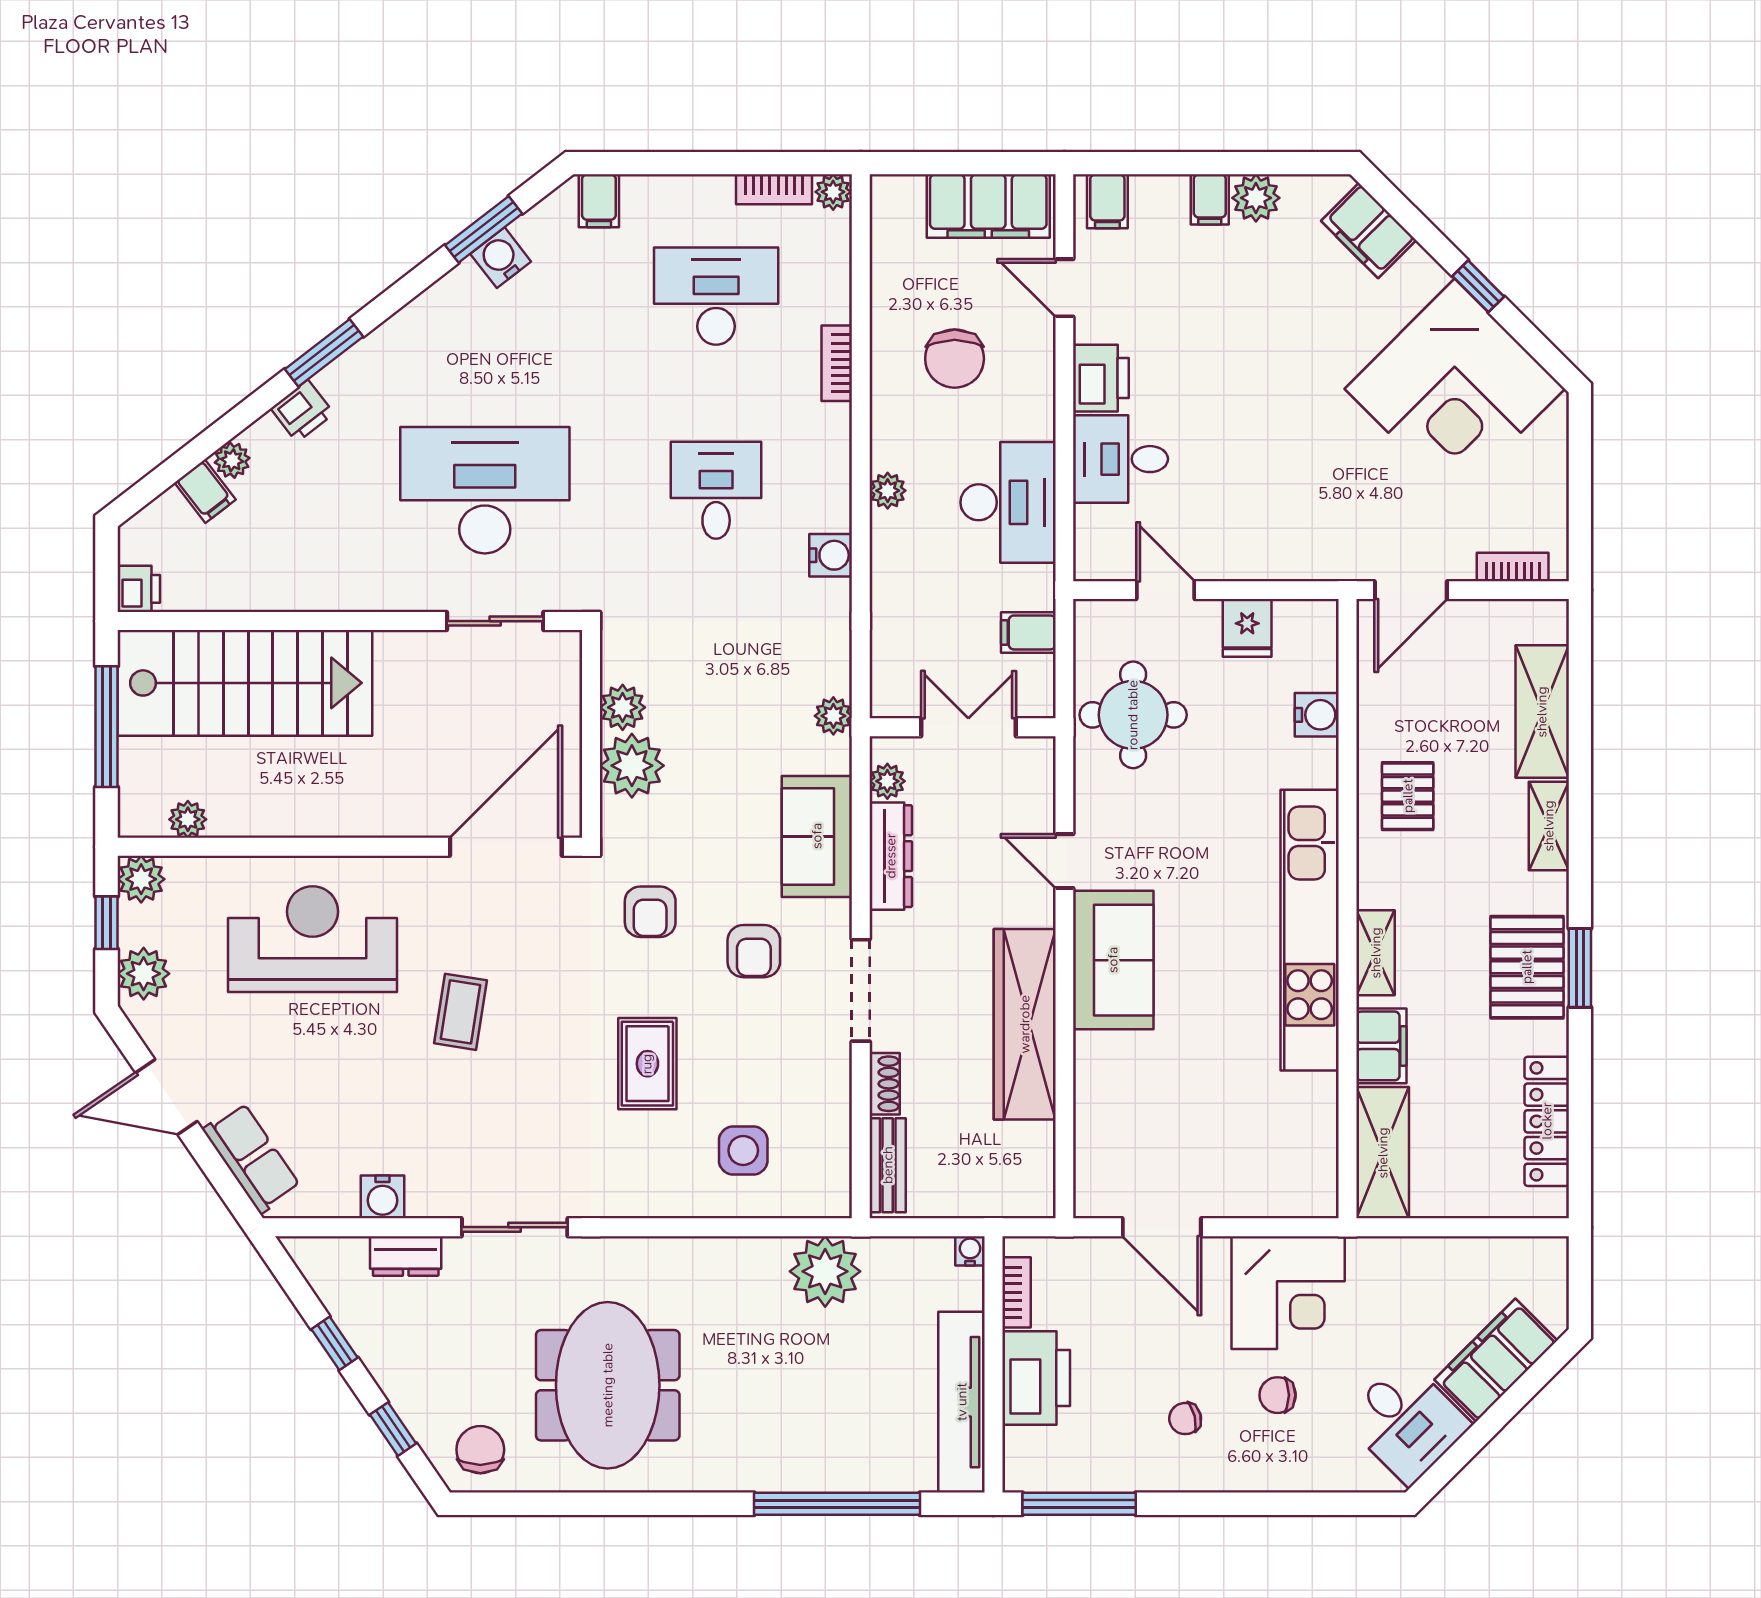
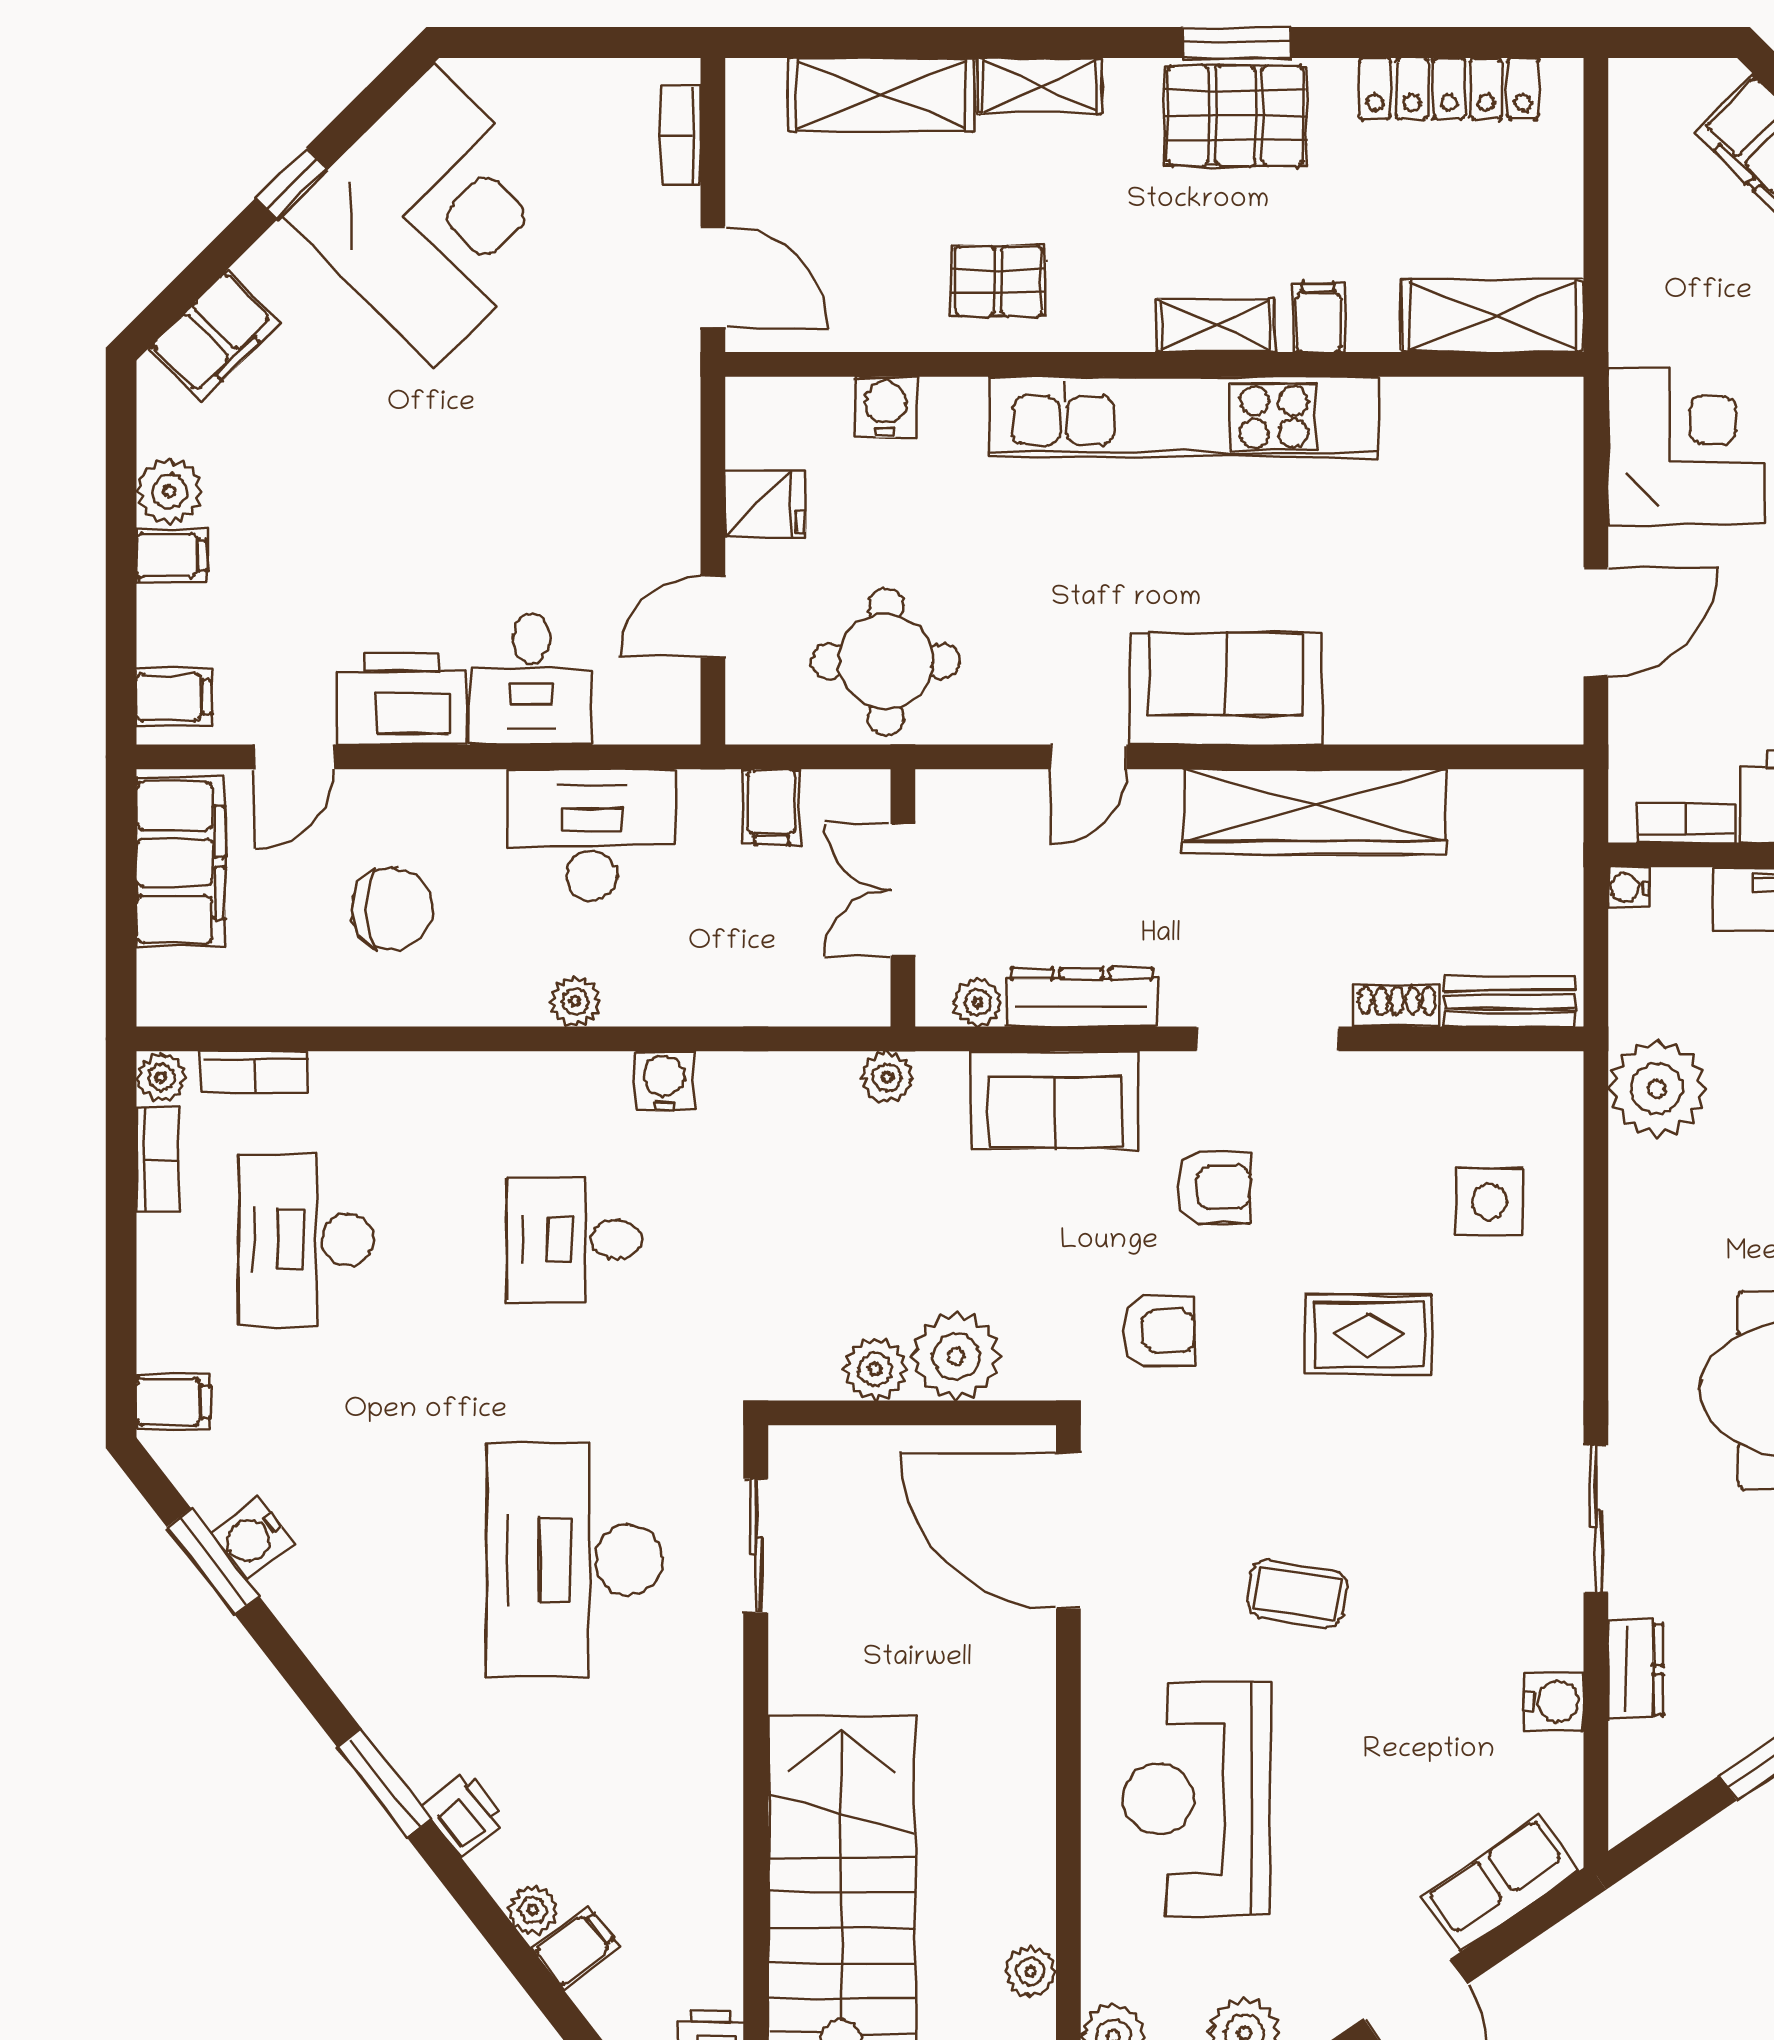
bookcase: (837, 363) -> (254, 1072), moved
printer: (1101, 378) -> (402, 699), width x1.37, depth x1.19
filing cabinet: (1381, 1046) -> (1319, 318), width x0.50

